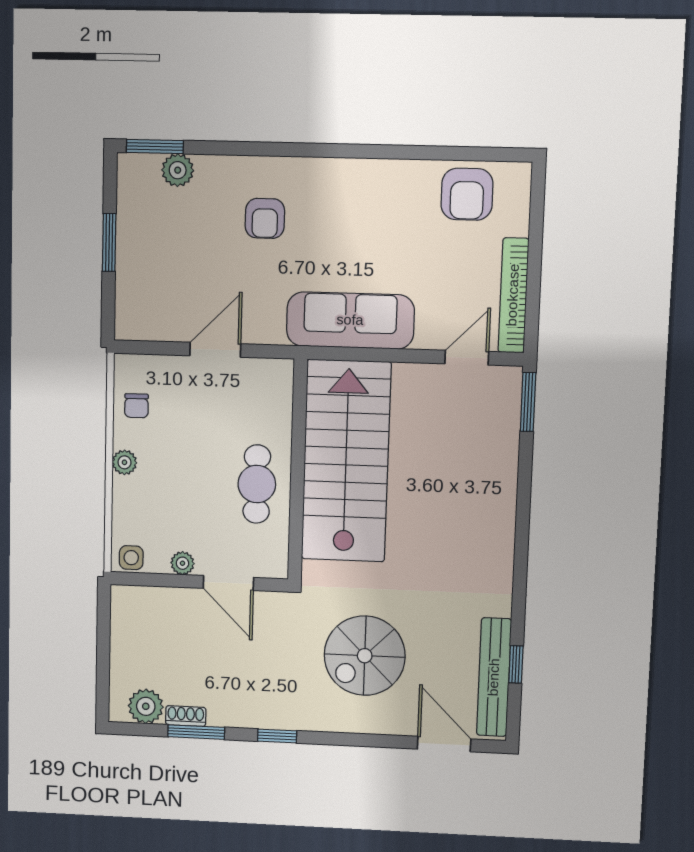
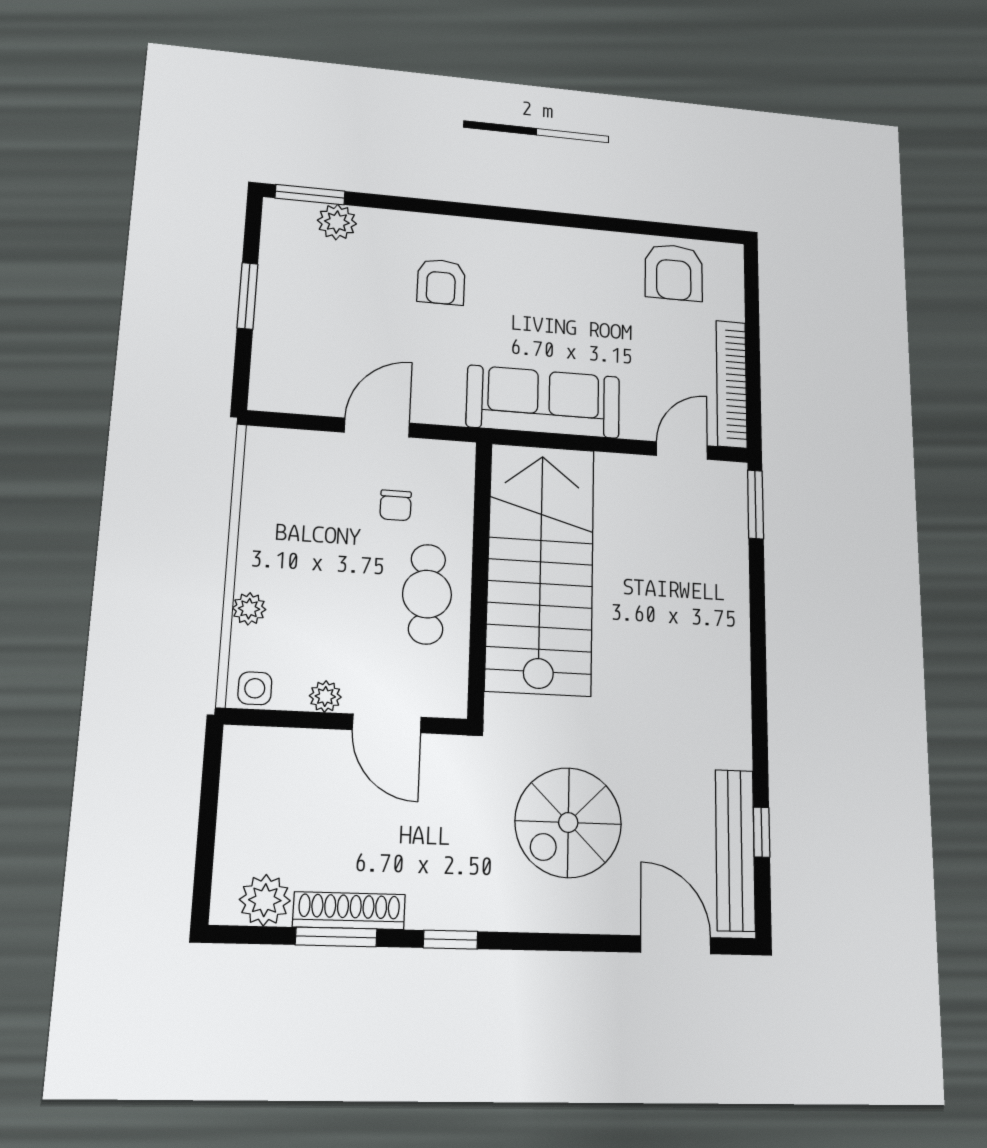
chair: (136, 406) -> (396, 505), moved
plant: (124, 462) -> (249, 609), moved
shoe rack: (186, 716) -> (349, 911), width x1.94, depth x1.24

